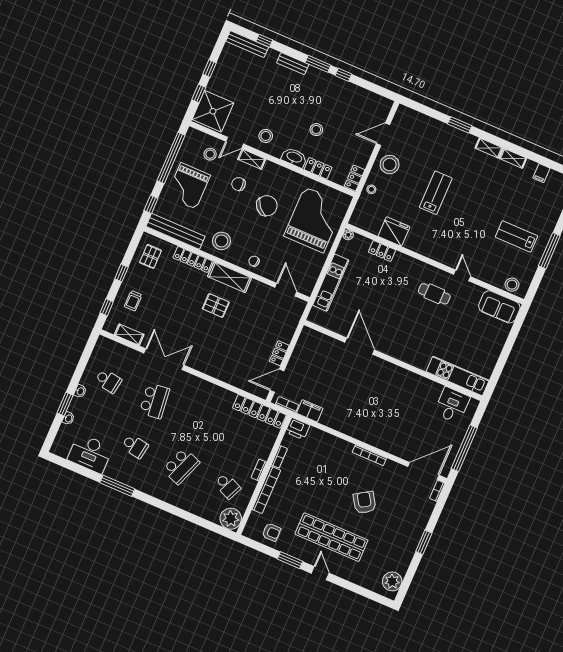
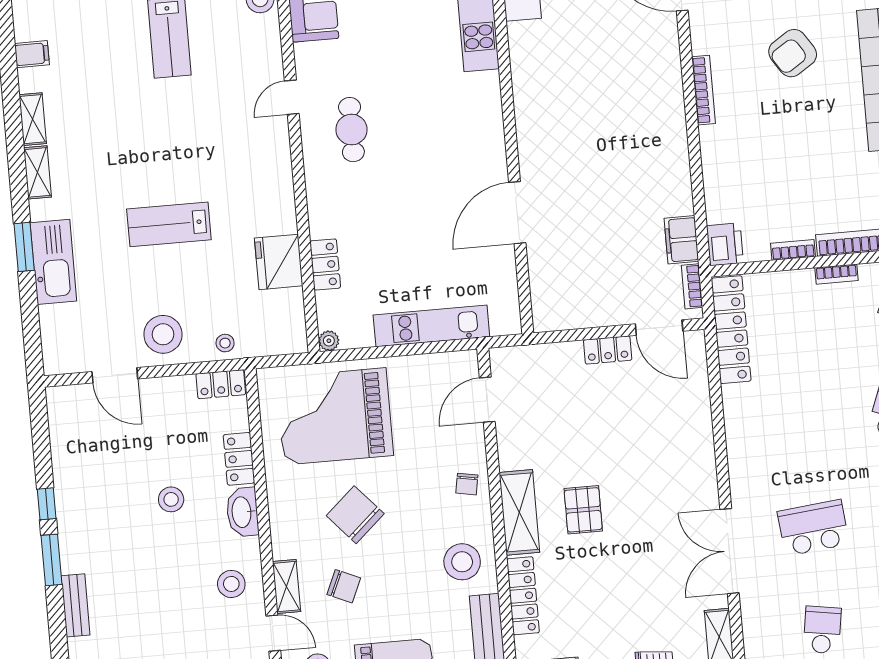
kitchen sink: (446, 134) -> (53, 262), added
chair: (239, 184) -> (344, 586), turned -64

